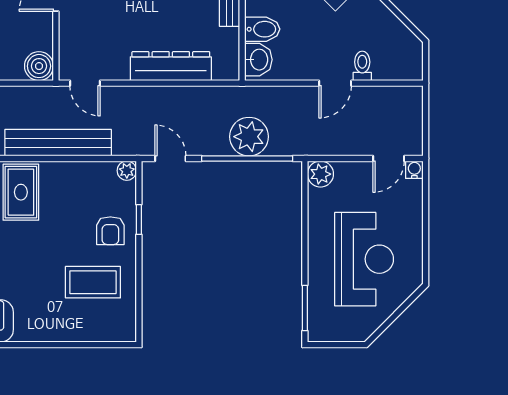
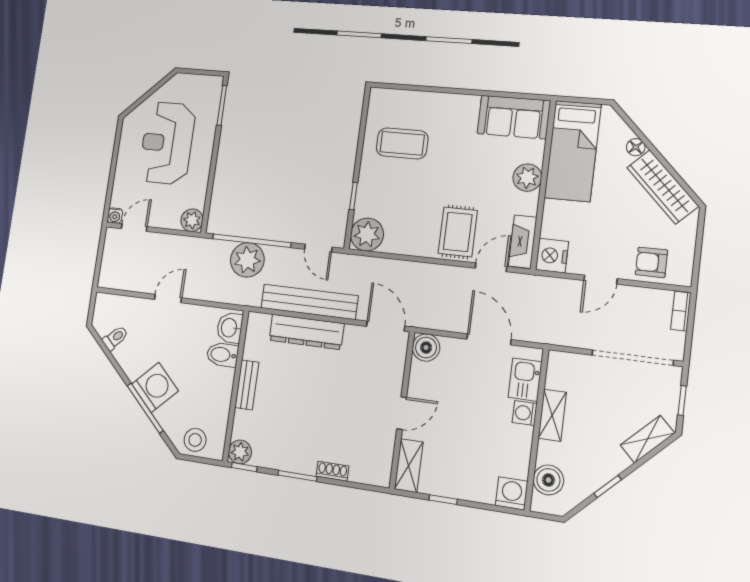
toilet: (362, 66) -> (115, 338), moved, turned -135
door: (85, 83) -> (386, 326), width x1.38
bench: (58, 143) -> (309, 302), moved
plant: (127, 171) -> (367, 234), width x1.88, depth x1.88
armchair: (110, 231) -> (380, 188), removed

